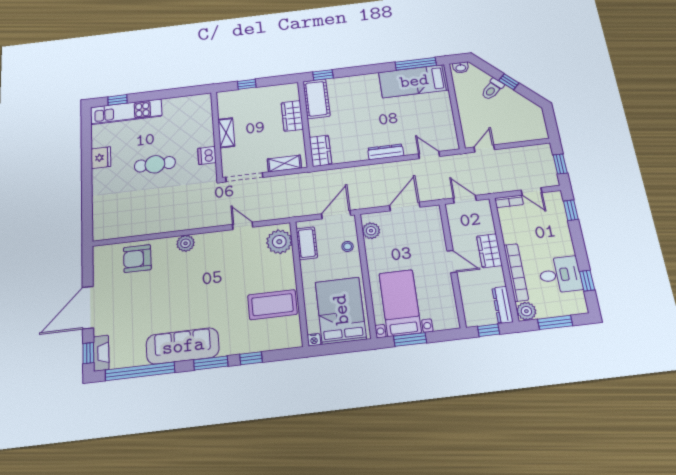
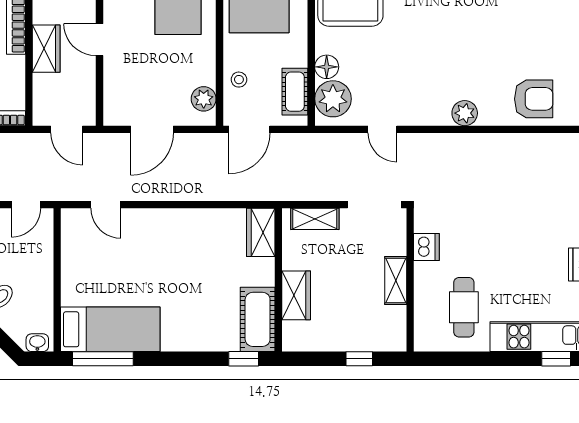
dresser: (386, 152) -> (167, 218), removed
cafe table: (155, 164) -> (464, 307), moved, turned 90
floor lamp: (286, 262) -> (327, 67), added

